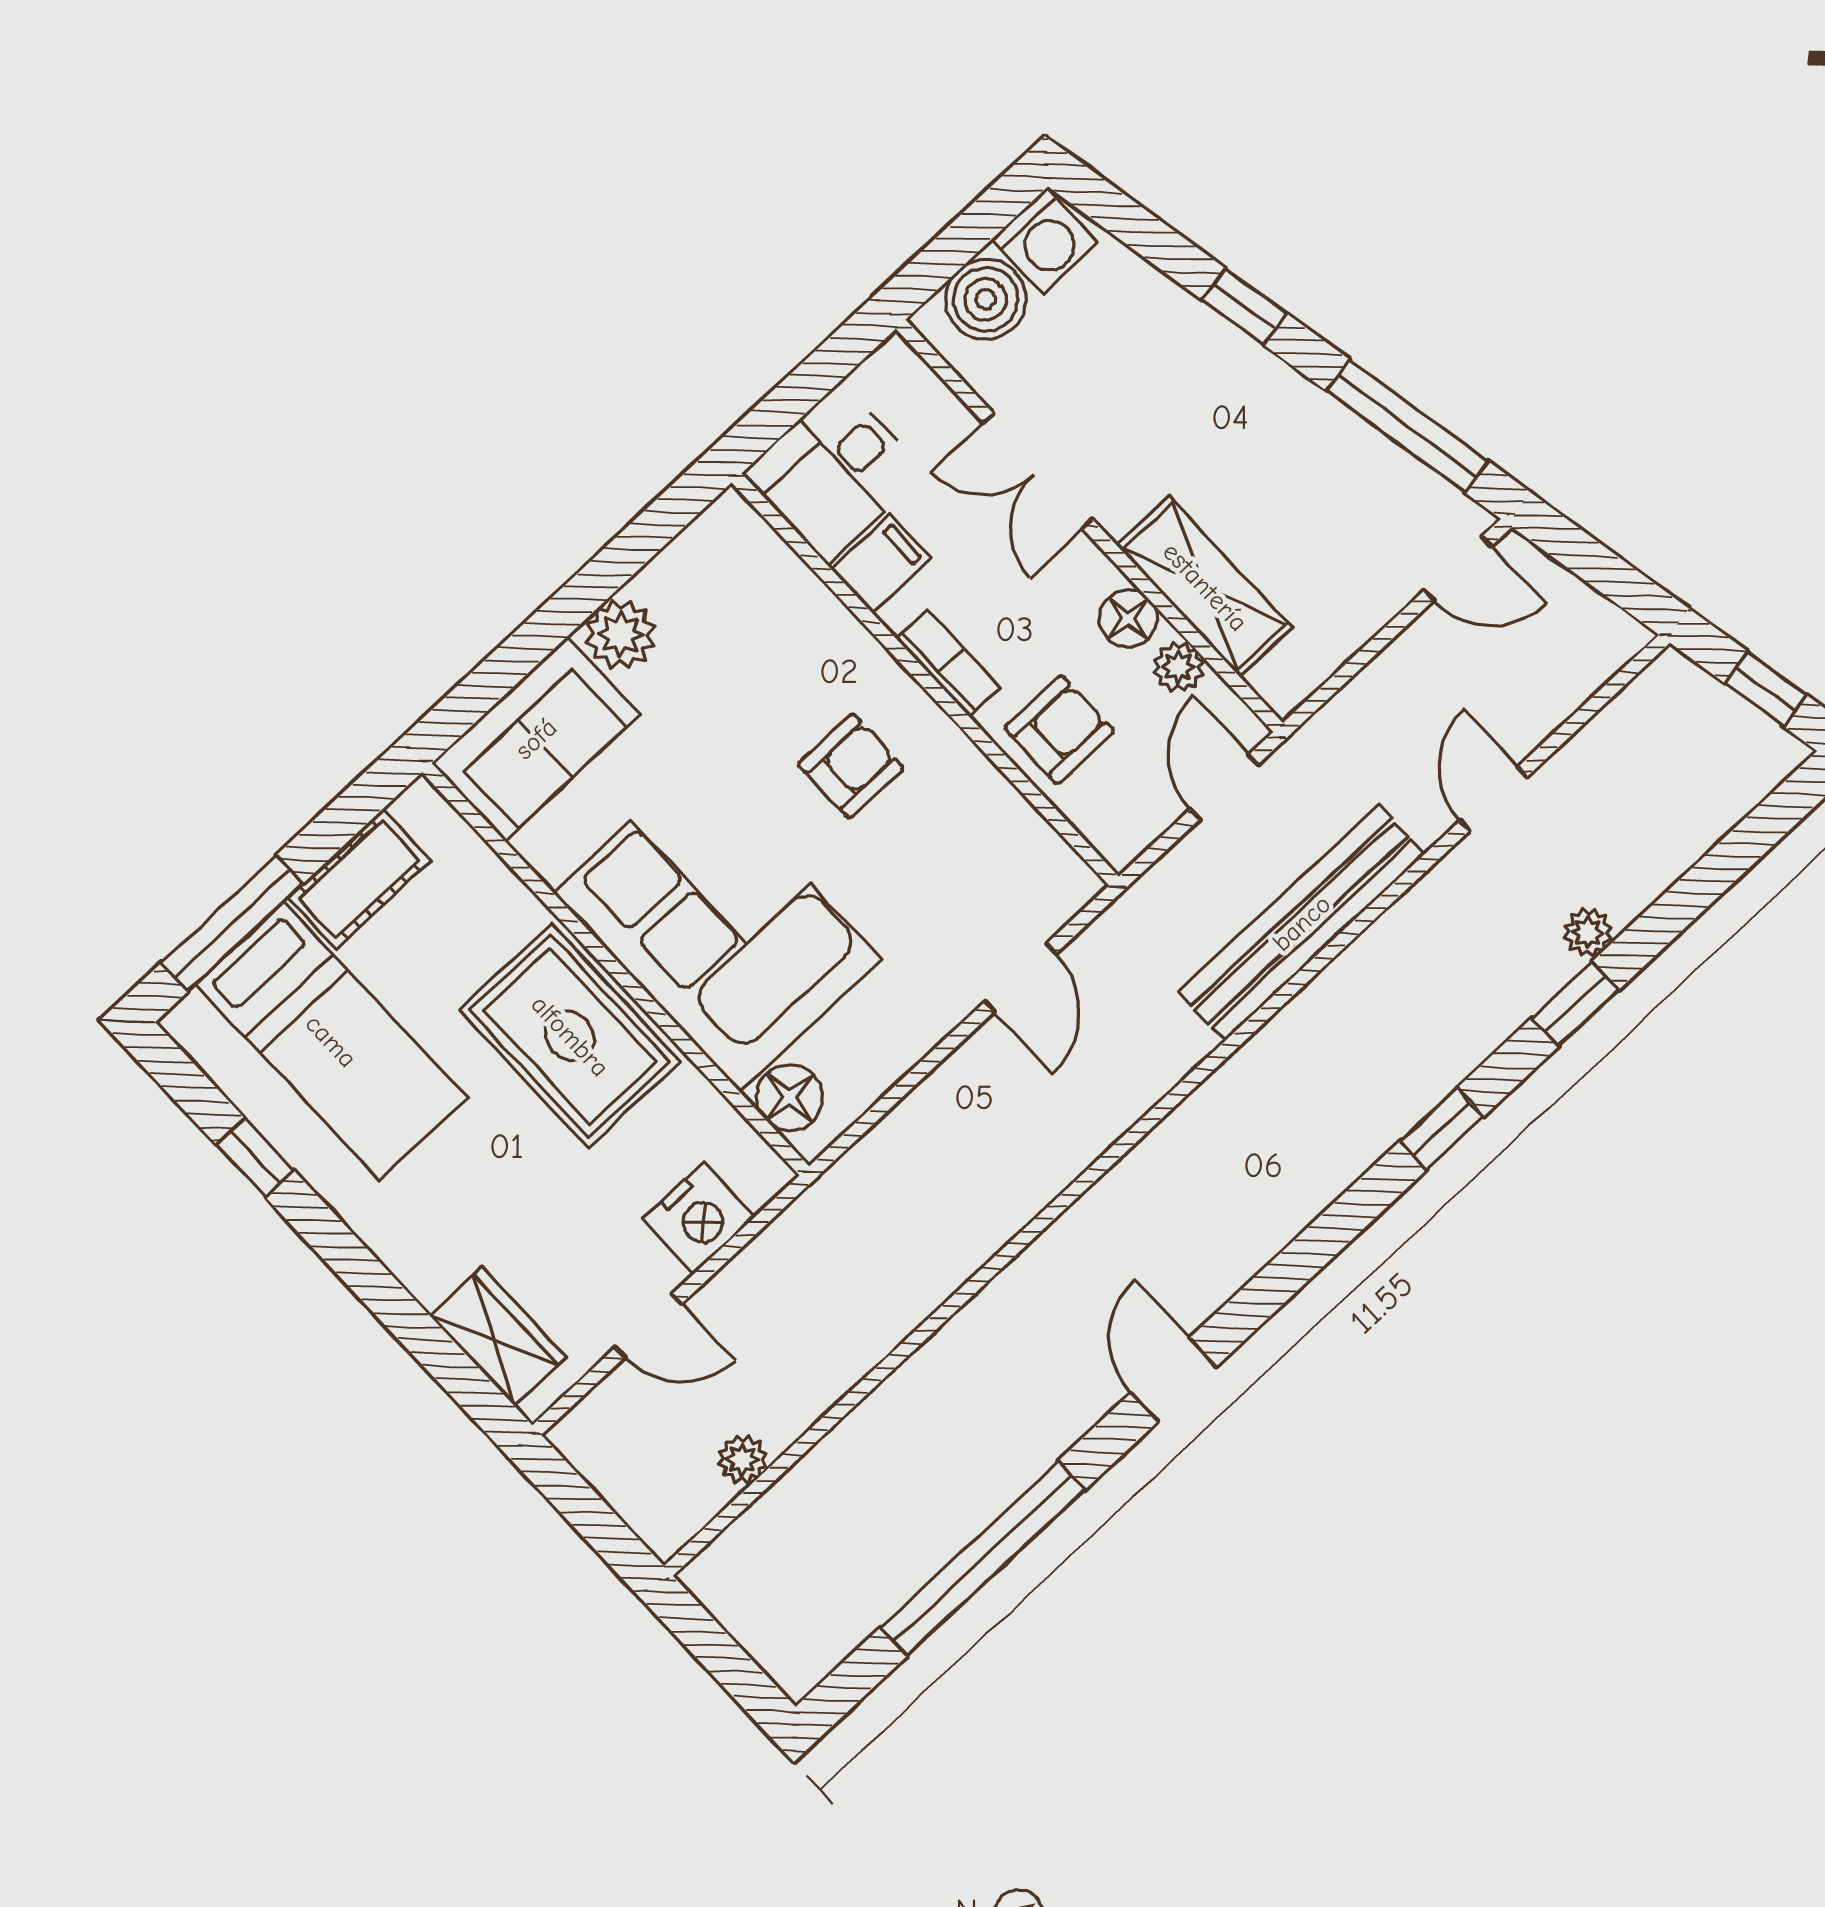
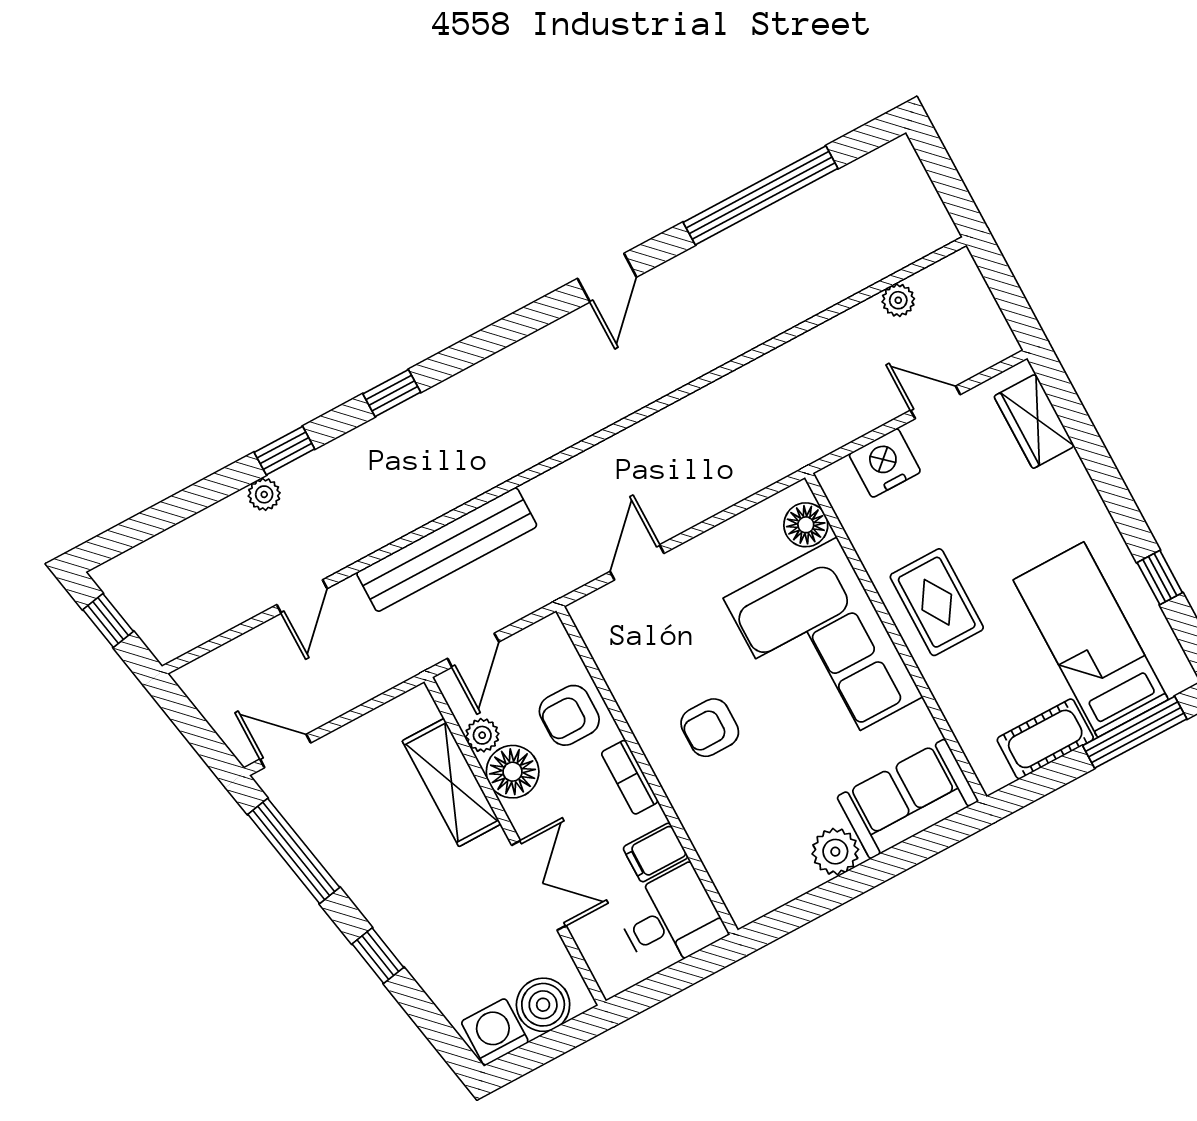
floor lamp: (1128, 618) -> (513, 772), width x1.38, depth x1.38
rug: (570, 1036) -> (937, 602), width x0.73, depth x0.70

